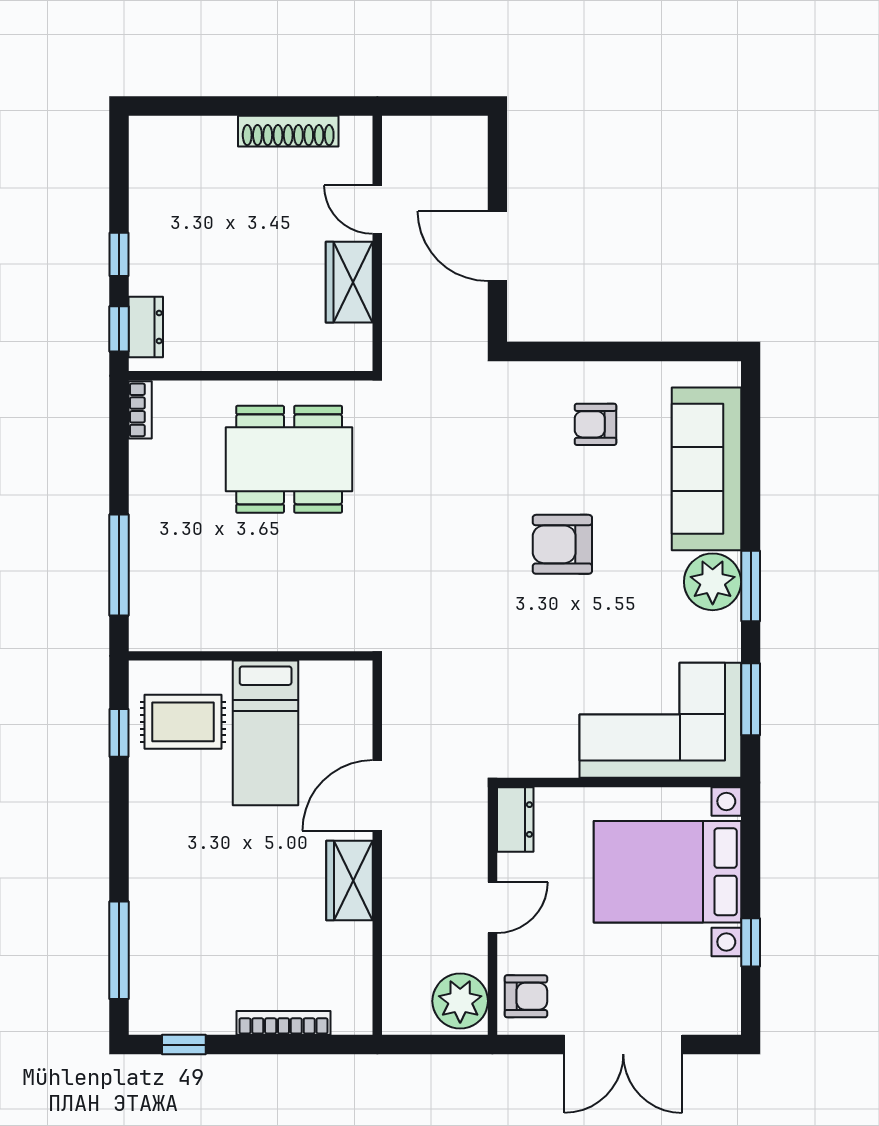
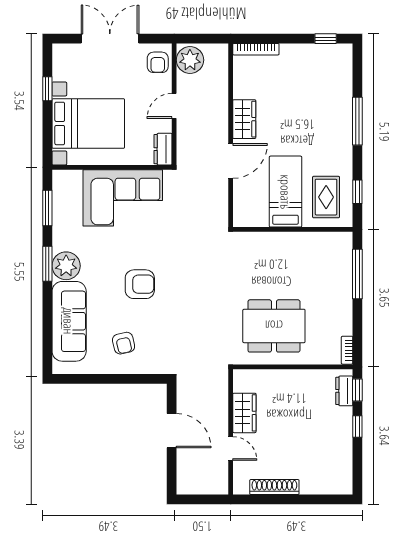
armchair: (596, 424) -> (124, 343), turned 77
corner sofa: (660, 720) -> (123, 198), moved
rug: (183, 722) -> (326, 197), turned 90
window: (119, 950) -> (357, 121), moved
armchair: (526, 996) -> (158, 62), turned -90
bookcase: (283, 1023) -> (256, 49), moved

